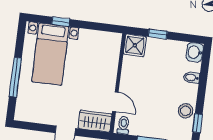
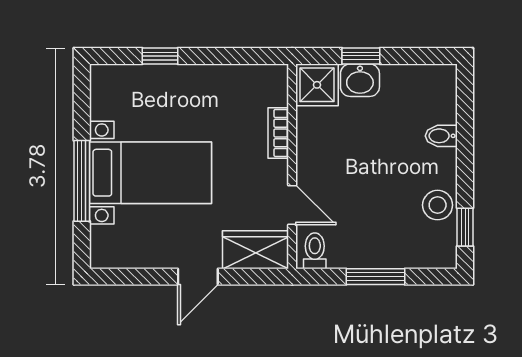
washbasin: (195, 52) -> (360, 80), moved, turned -90
bed with nightstands: (50, 54) -> (150, 173), moved, turned -90
bookcase: (113, 66) -> (278, 133), added

